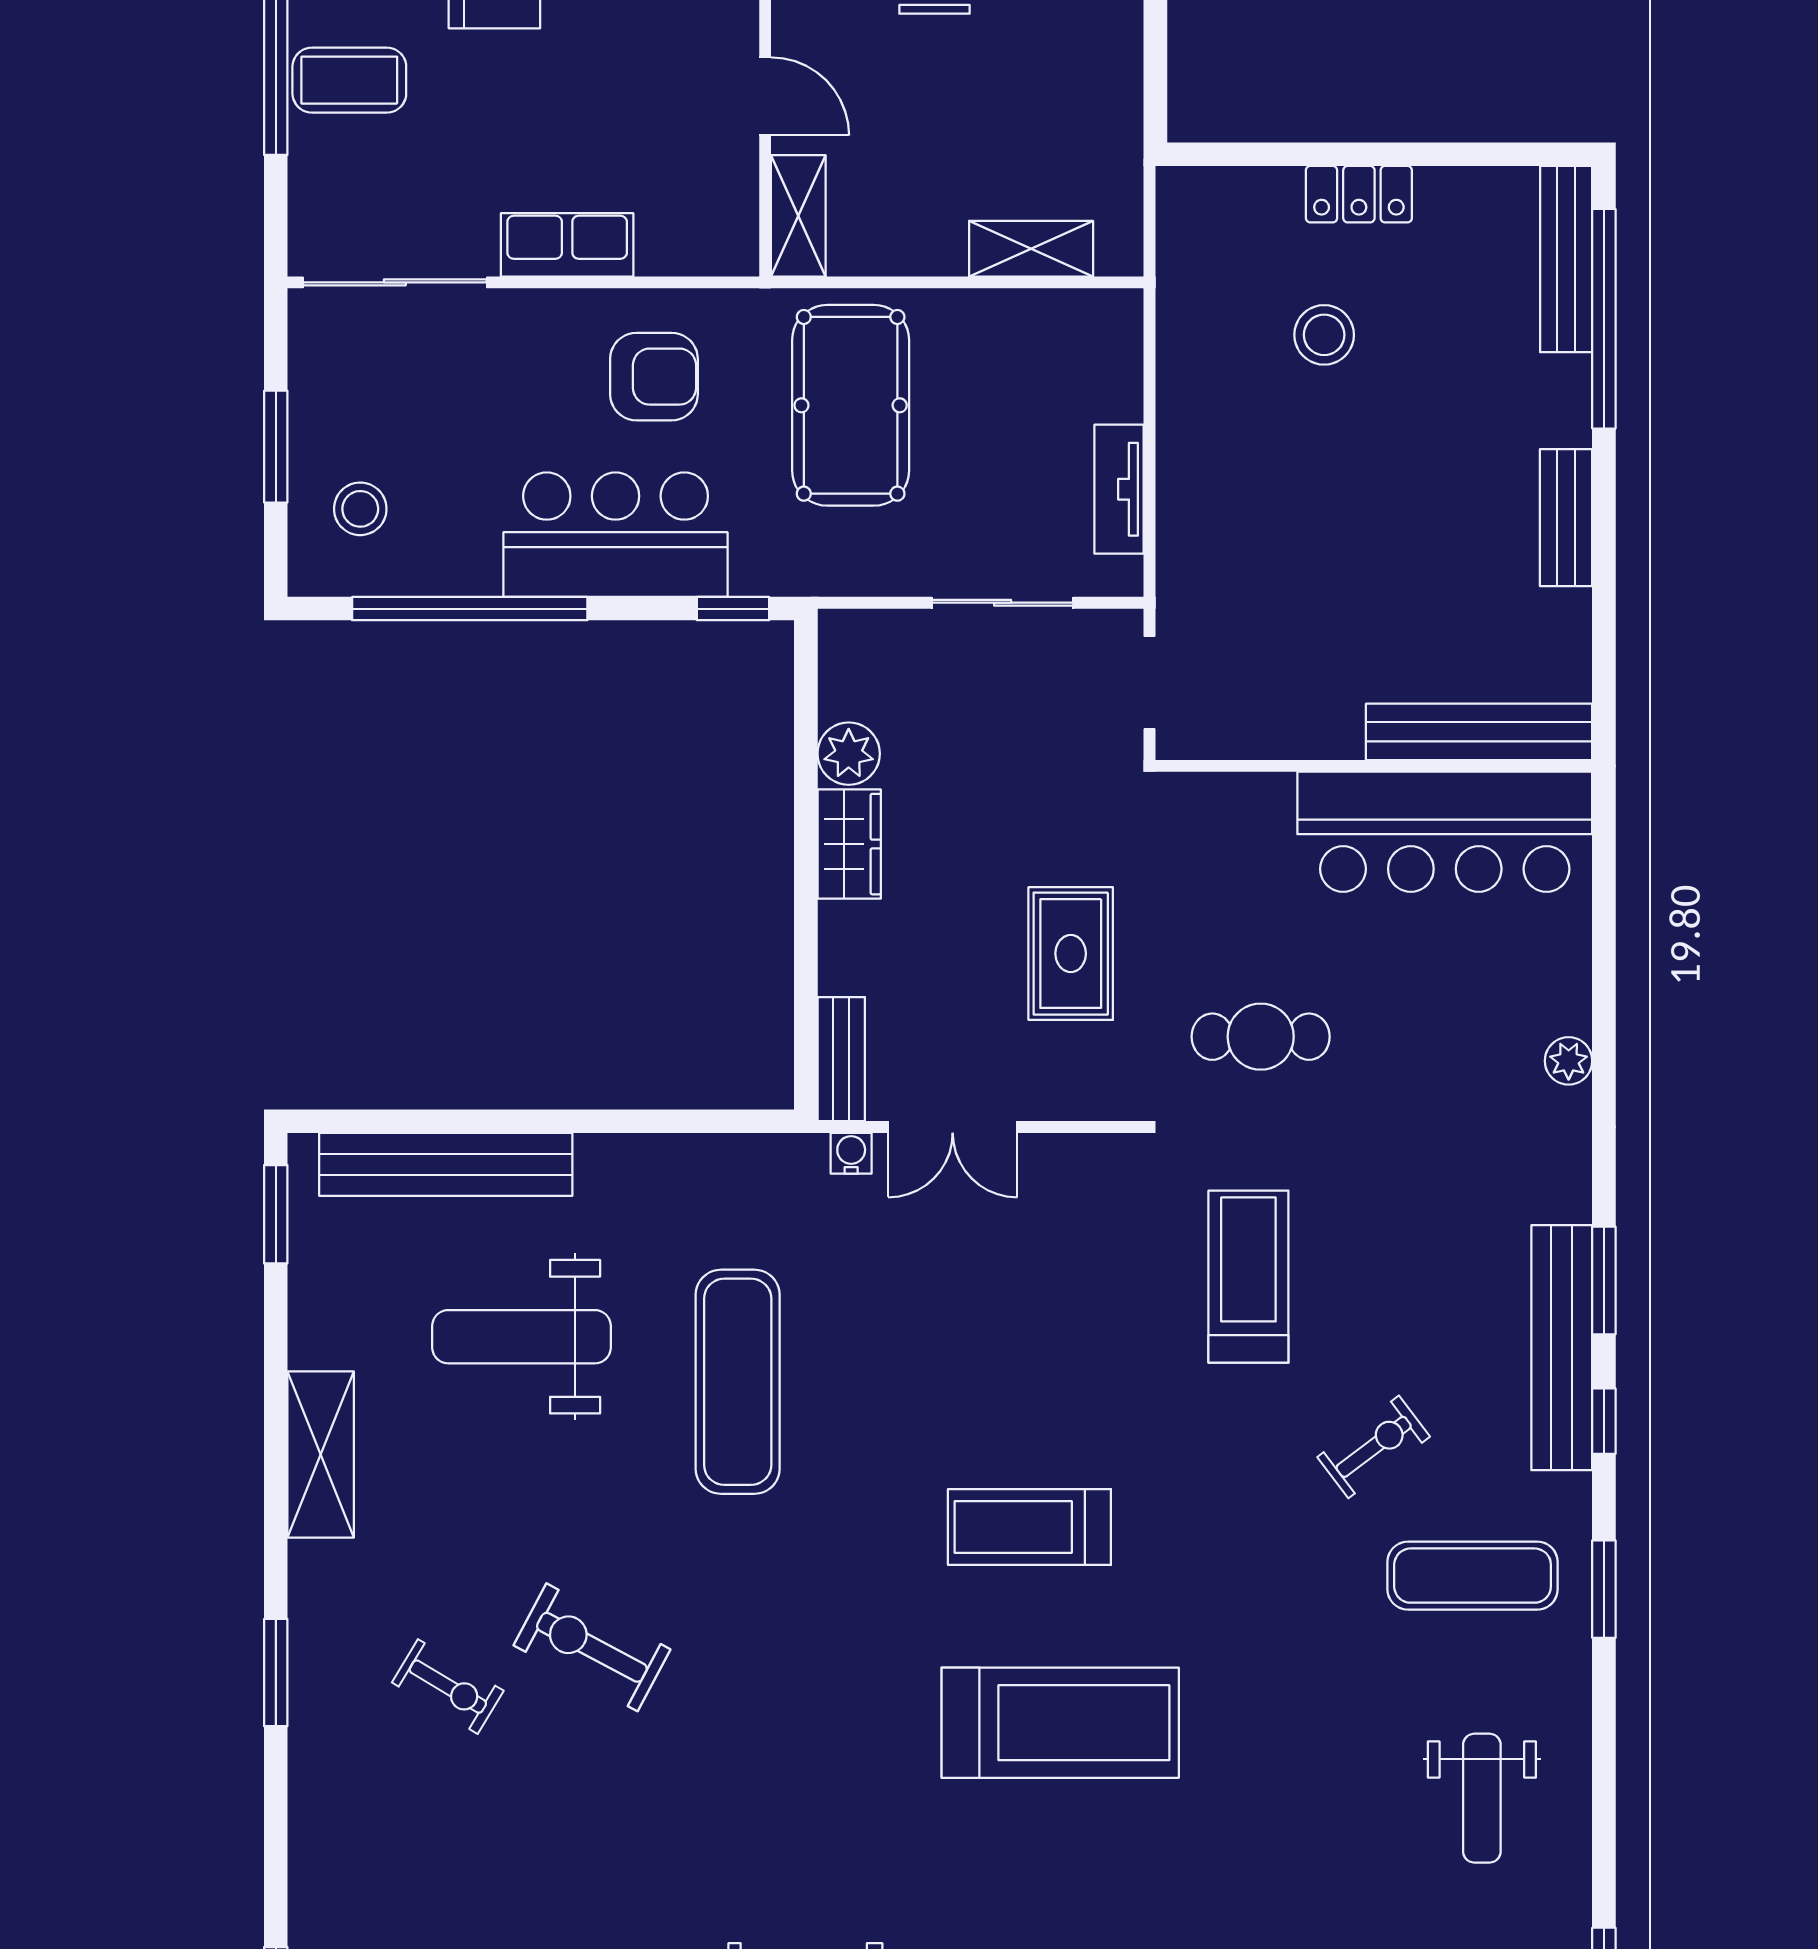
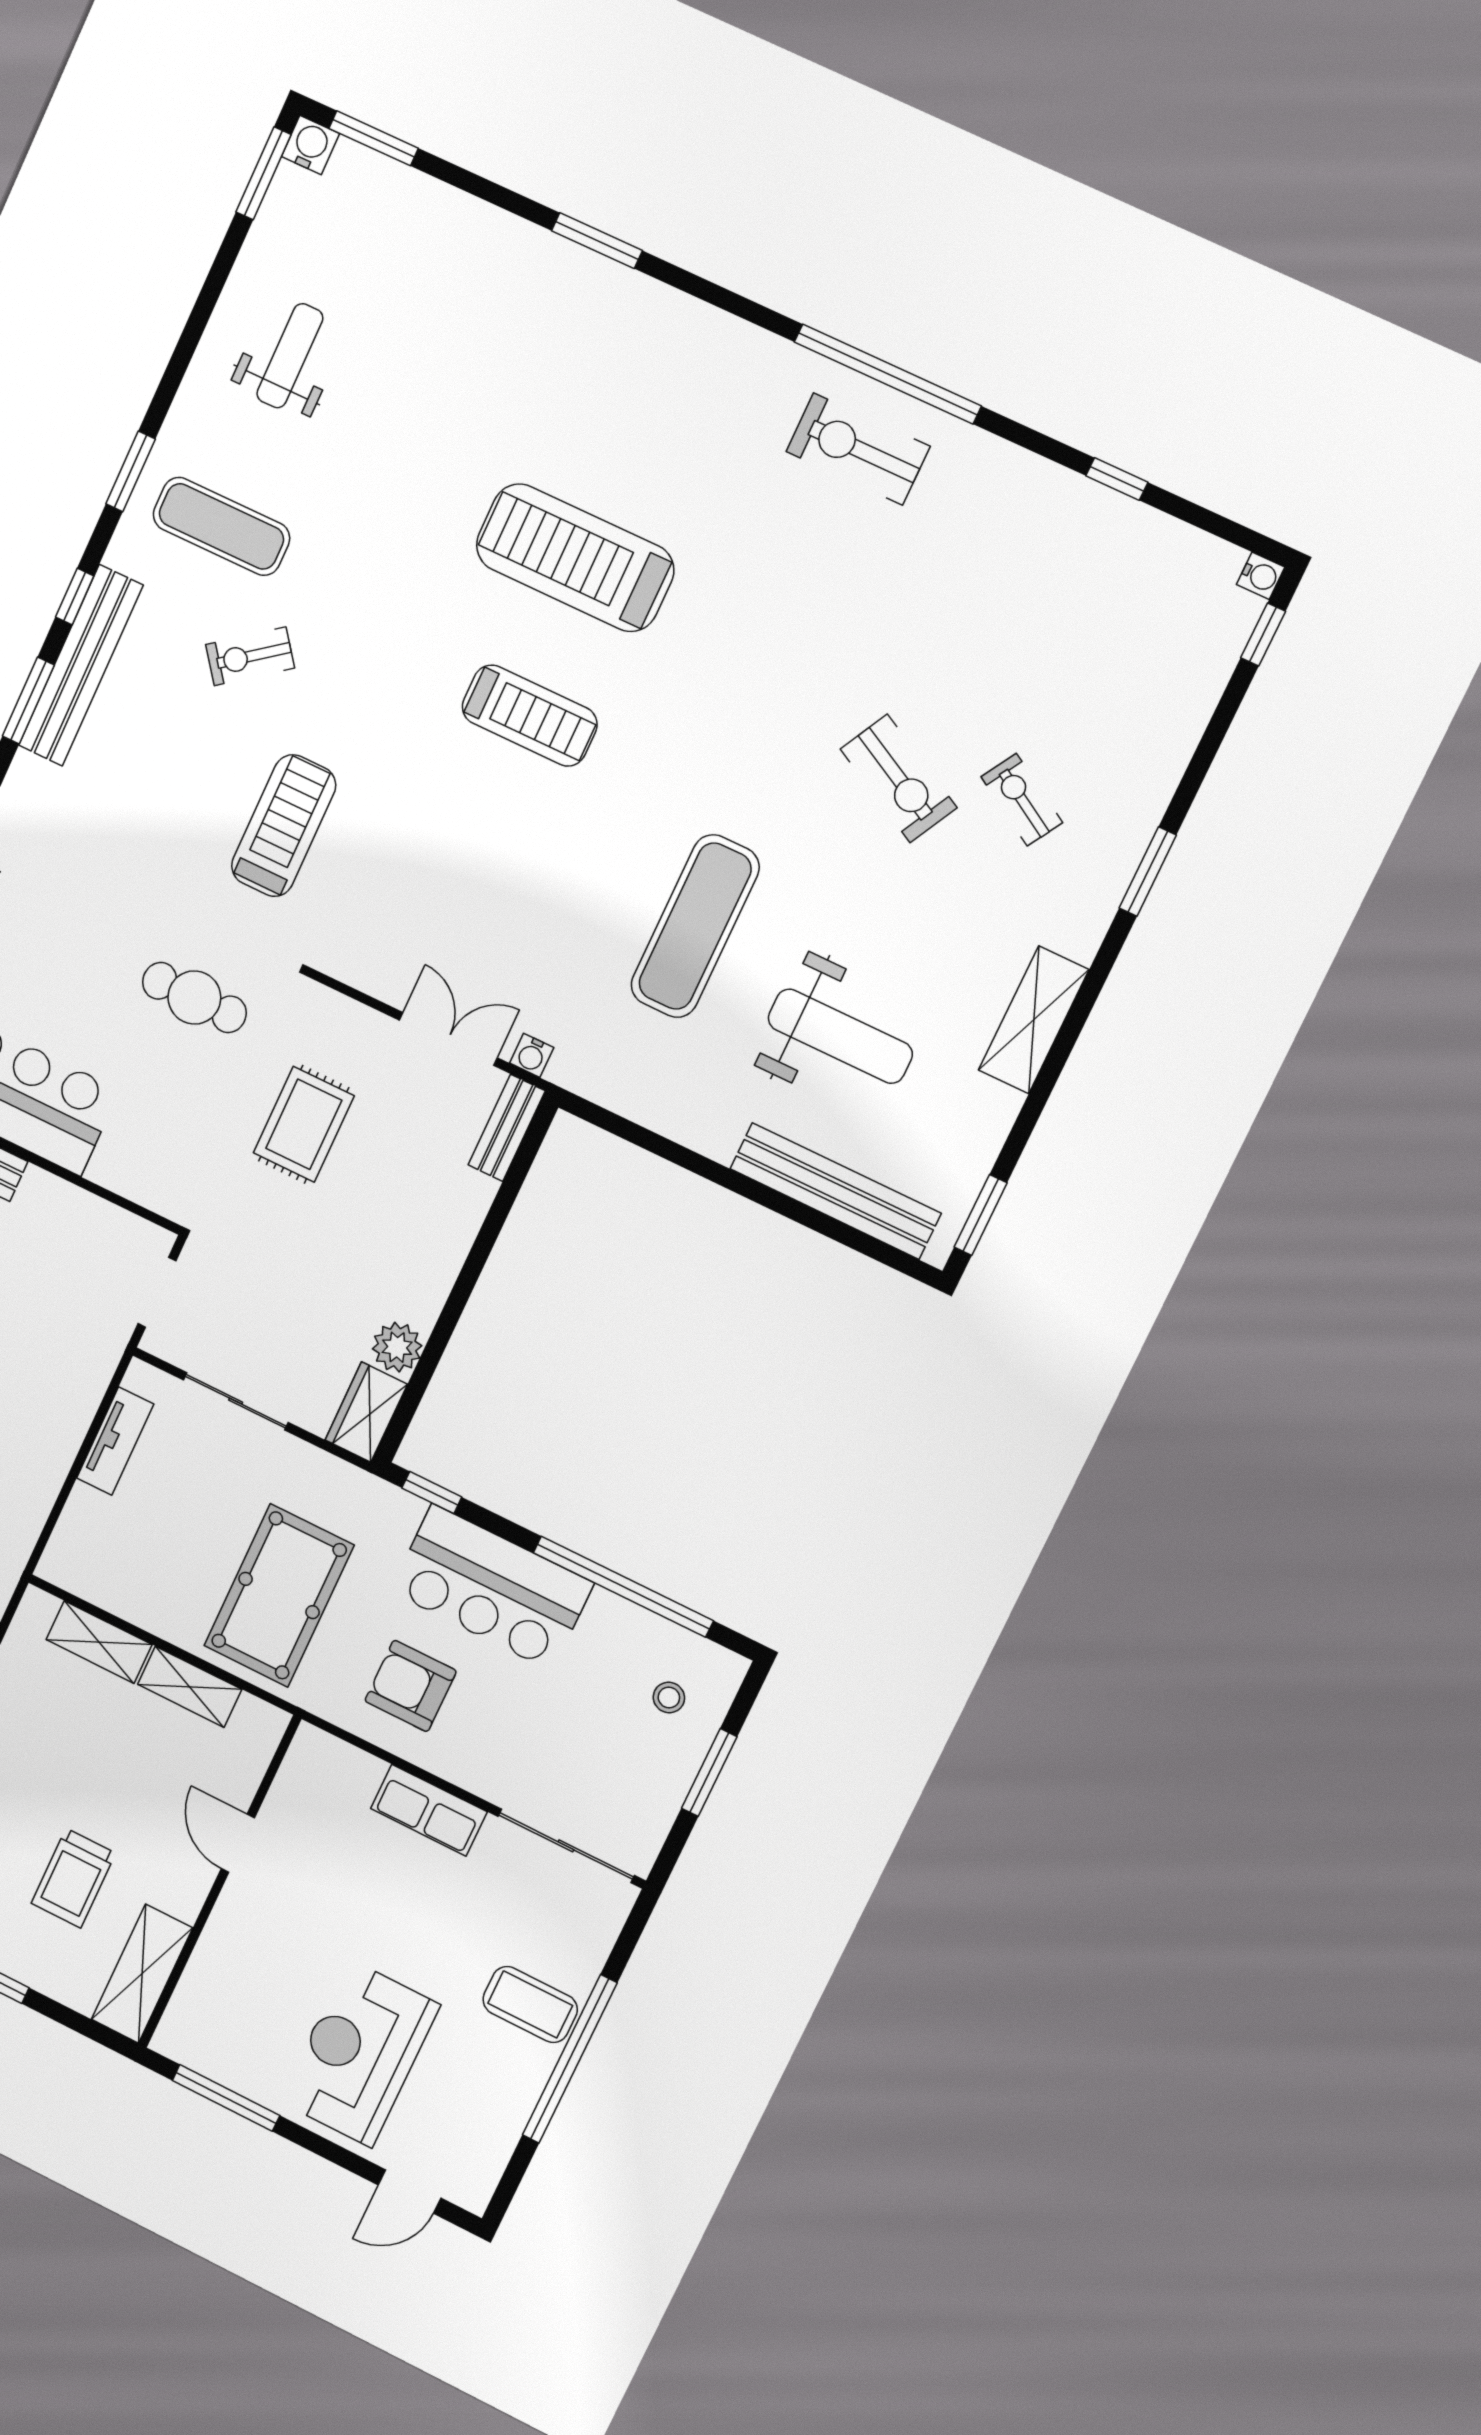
shelving: (798, 216) -> (190, 1687), moved, turned 90
stool: (360, 509) -> (669, 1698), width x0.73, depth x0.73
wardrobe: (849, 844) -> (366, 1412), moved
treadmill: (1248, 1277) -> (284, 826), turned 180

